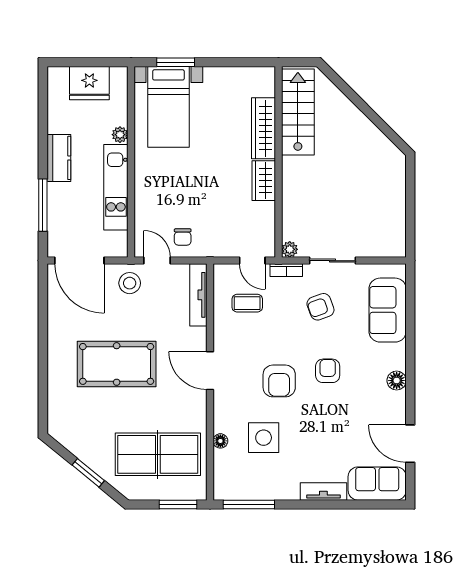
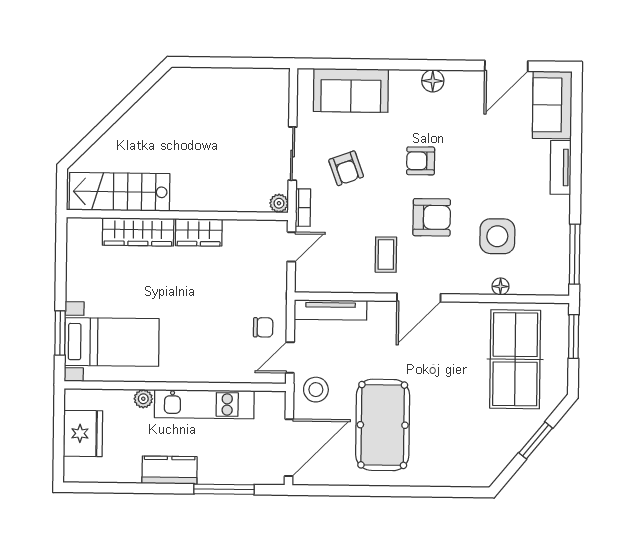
coffee table: (247, 303) -> (386, 255), moved
pool table: (117, 364) -> (383, 425), moved

